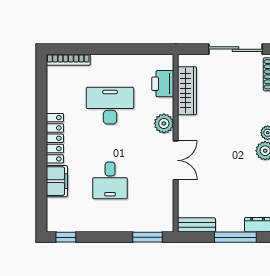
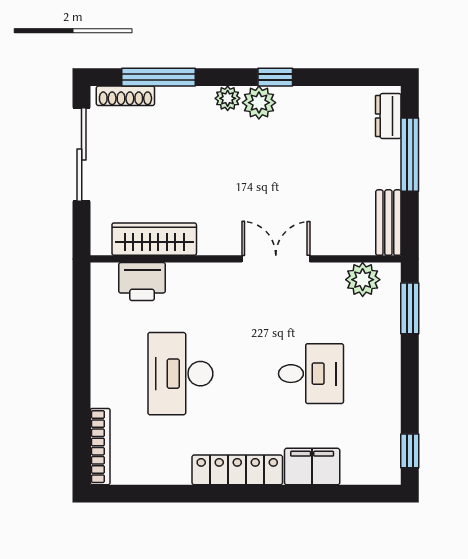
plant: (164, 123) -> (363, 280), moved

